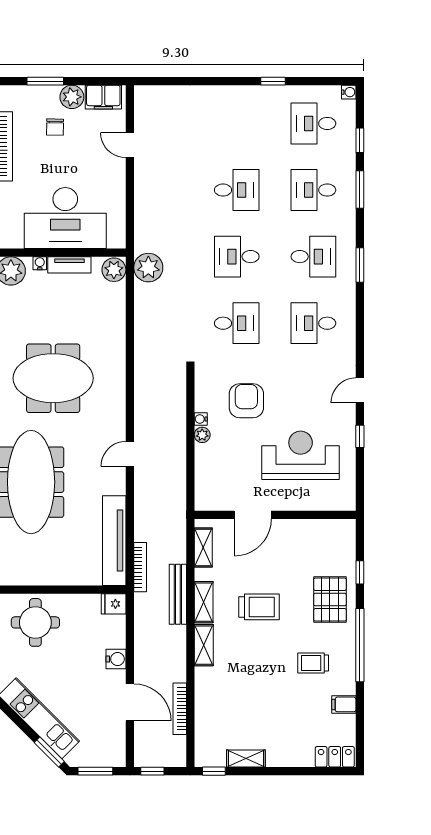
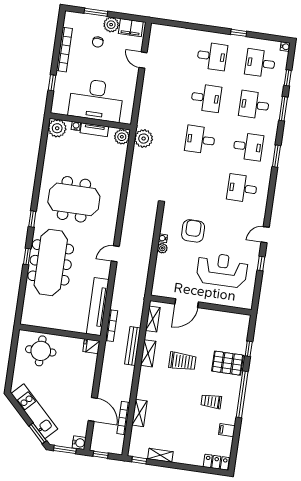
desk: (237, 323) -> (212, 56), moved
pallet: (330, 600) -> (228, 363), turned 90
shelving: (204, 645) -> (140, 413), moved
water cooler: (116, 659) -> (79, 443), moved

